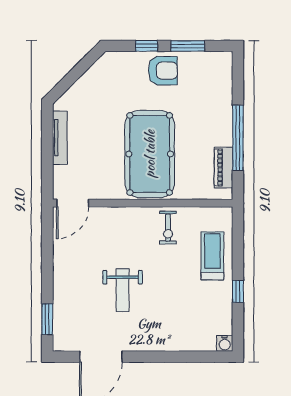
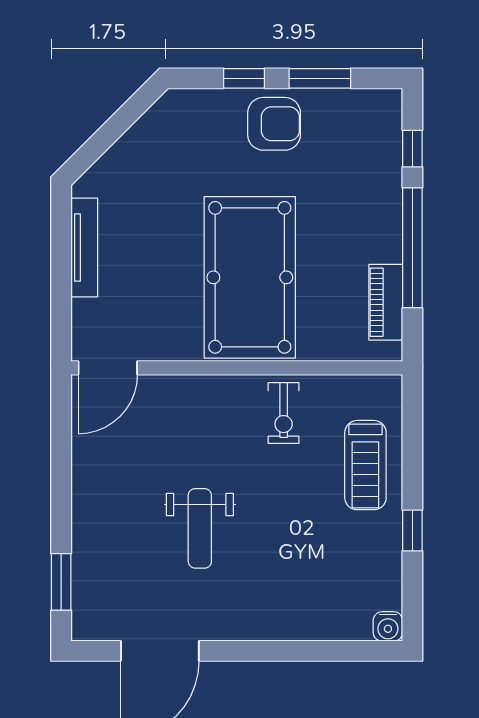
window: (238, 84) -> (412, 149), added
treadmill: (212, 256) -> (365, 465), turned 180

